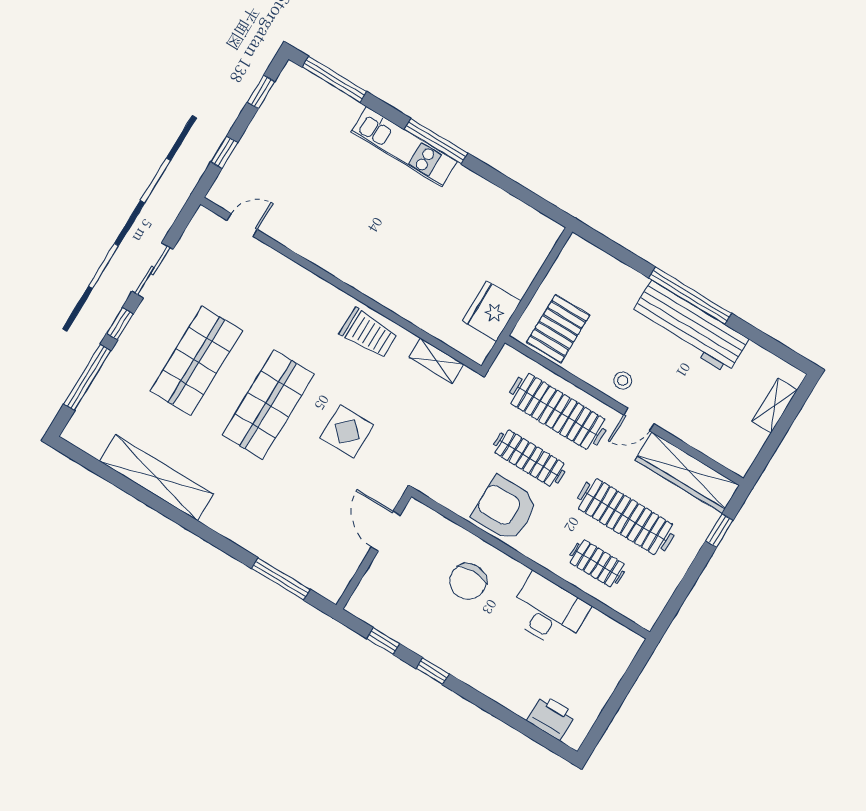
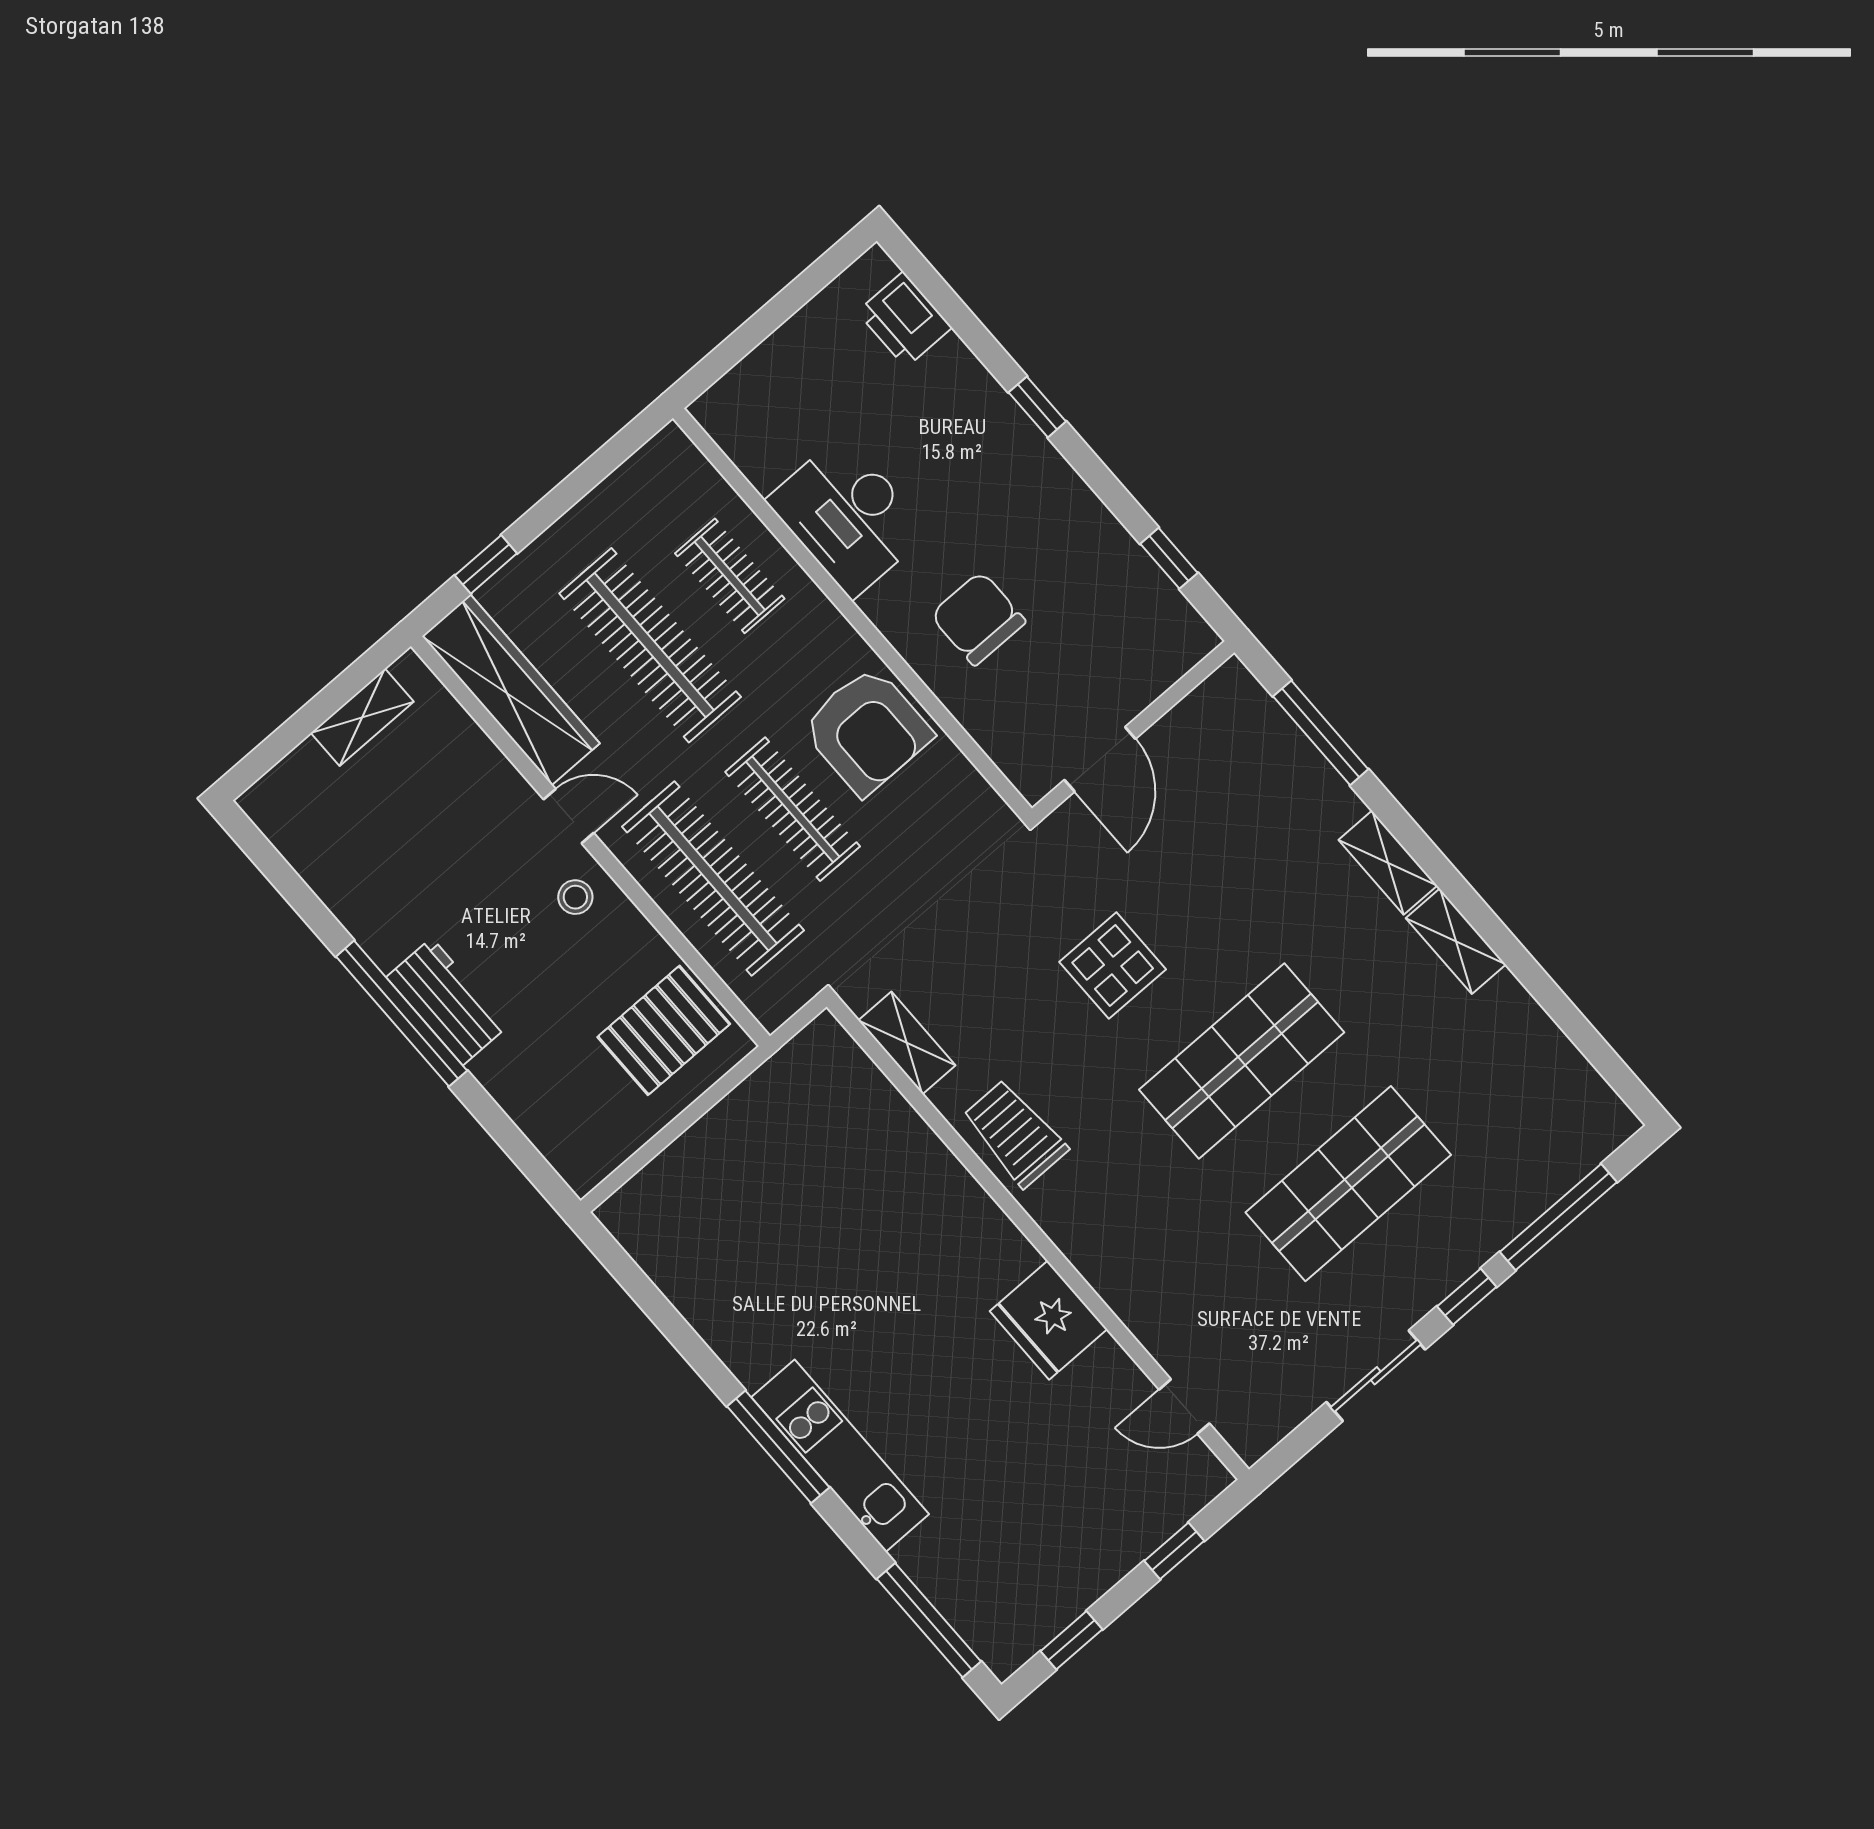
fridge: (492, 311) -> (1048, 1320), moved, turned 90
workbench: (690, 327) -> (447, 1001), width x0.53, depth x0.76
shelving: (775, 406) -> (362, 717), moved
shelving: (157, 478) -> (1456, 941), width x0.45, depth x0.75
shelving: (227, 525) -> (1388, 863), added
chair: (468, 581) -> (978, 618), turned -90
window: (433, 671) -> (1037, 407), moved

